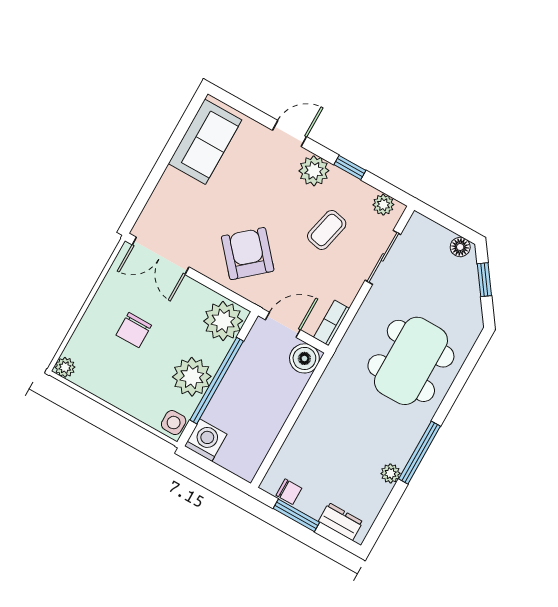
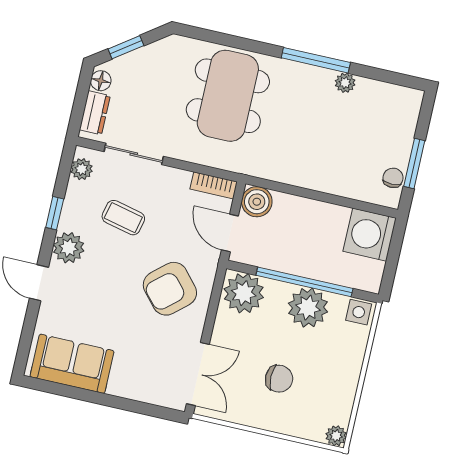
dining table: (411, 361) -> (228, 96), turned 90
washing machine: (206, 440) -> (370, 235), moved, width x1.37, depth x1.37
dresser: (341, 522) -> (95, 113), moved, turned 180

